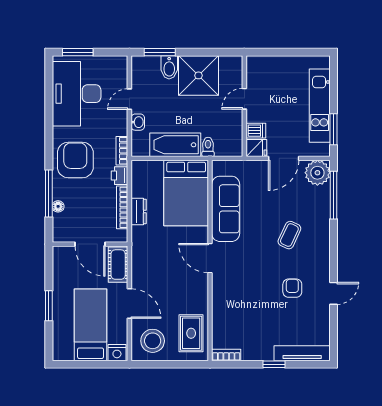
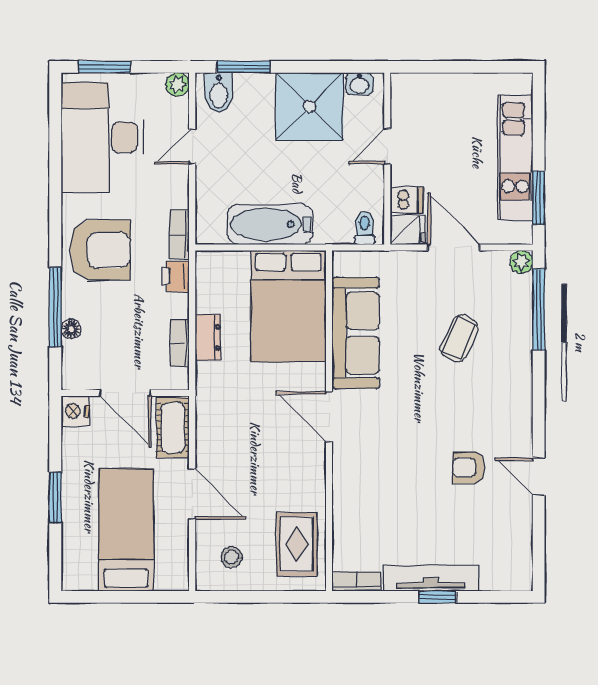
plant: (121, 63) -> (177, 84), added
bidet: (169, 67) -> (219, 93), moved
washbasin: (138, 122) -> (359, 84), moved, turned 90
toilet: (208, 147) -> (365, 228), moved
door: (284, 158) -> (454, 247), swing flipped
armchair: (75, 160) -> (100, 250), turned 90
plant: (317, 173) -> (521, 262), width x0.53, depth x0.53
bookcase: (122, 207) -> (180, 344), width x0.64
coffee table: (289, 235) -> (459, 338), moved
armchair: (292, 288) -> (469, 468), turned -90
door: (333, 293) -> (539, 476), swing flipped
stool: (153, 341) -> (231, 557), width x0.53, depth x0.53
nightstand: (117, 353) -> (75, 411), moved, turned 90
tv unit: (302, 353) -> (431, 578), moved

